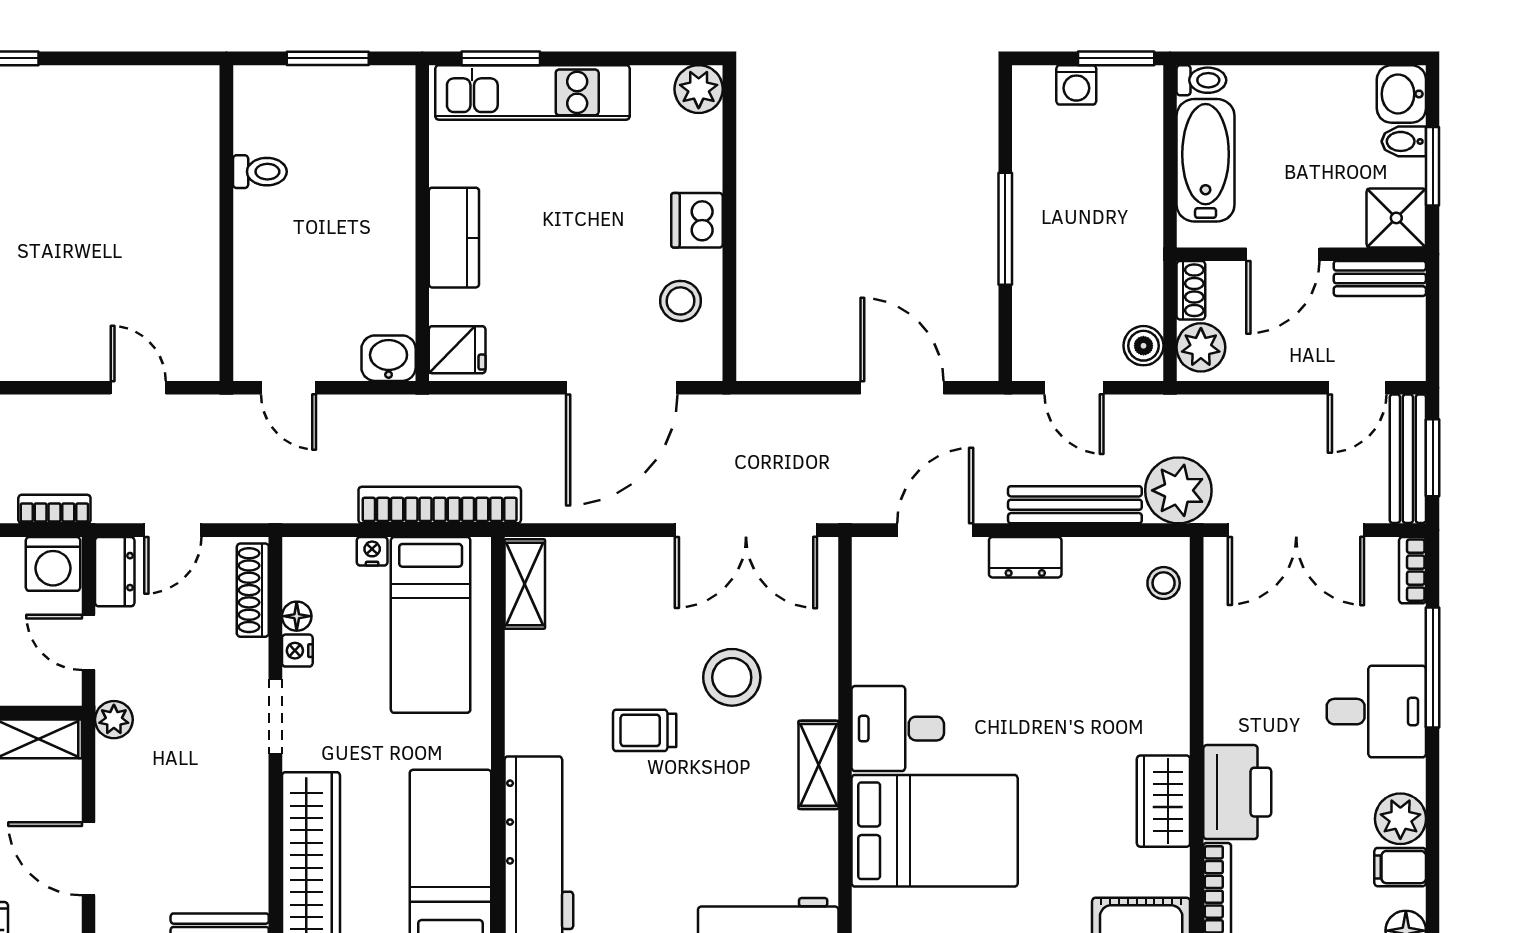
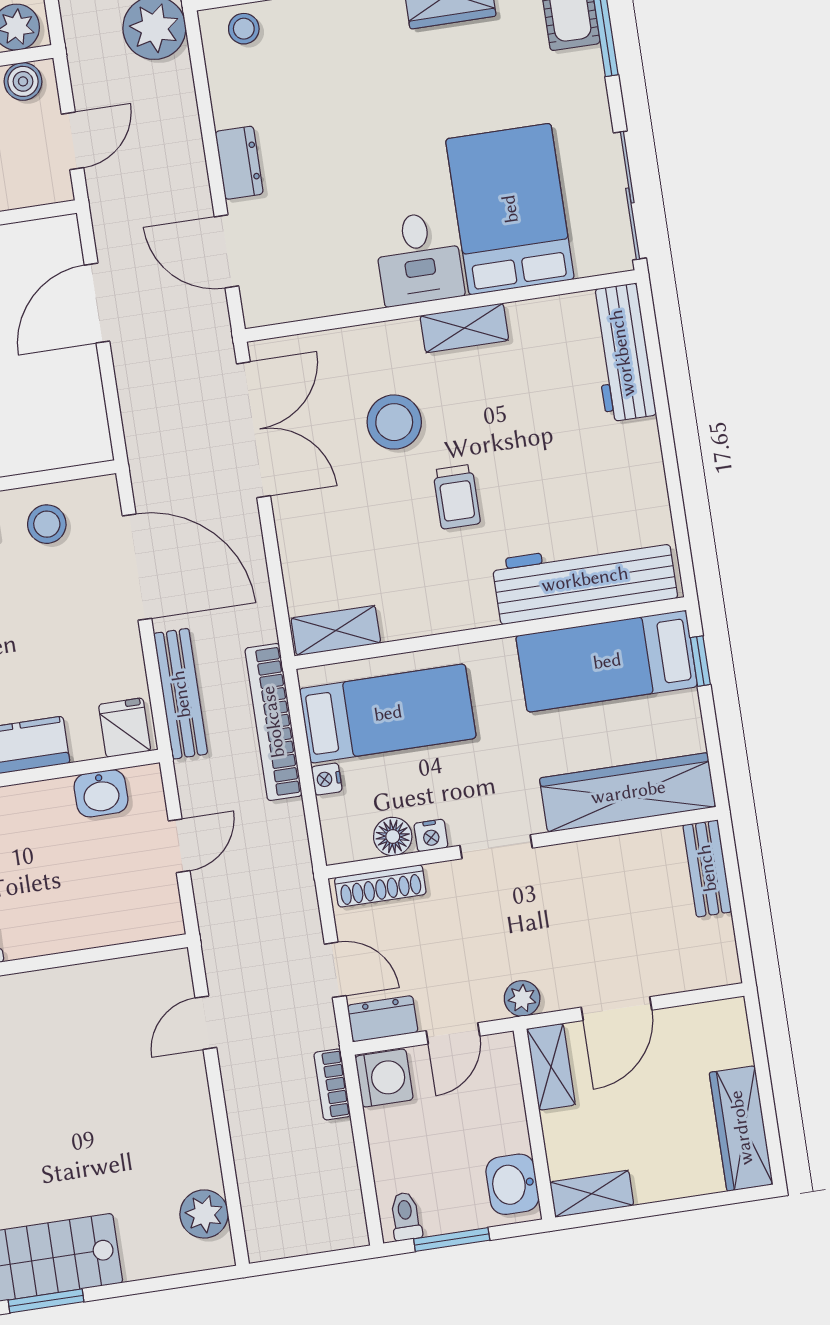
washbasin: (389, 358) -> (101, 793), moved, turned -90
door: (289, 388) -> (179, 846), moved
bench: (1075, 505) -> (181, 694), moved
floor lamp: (297, 616) -> (393, 836), width x1.37, depth x1.37
door: (88, 859) -> (616, 1009), moved

